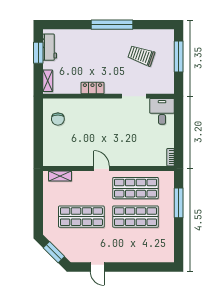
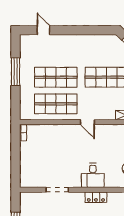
desk: (162, 111) -> (93, 175), moved
window: (179, 203) -> (16, 72), moved
door: (97, 267) -> (43, 30), moved

